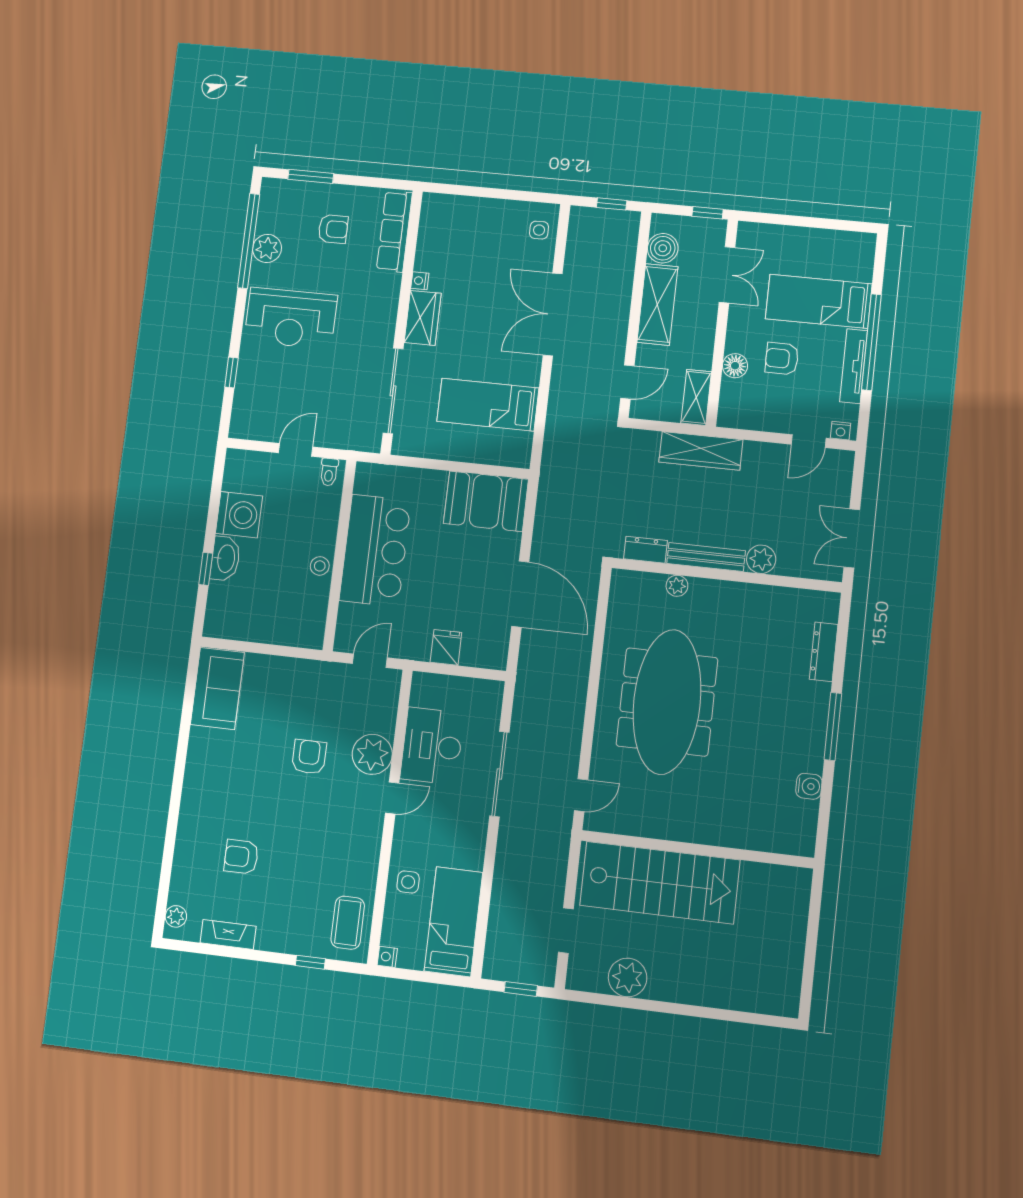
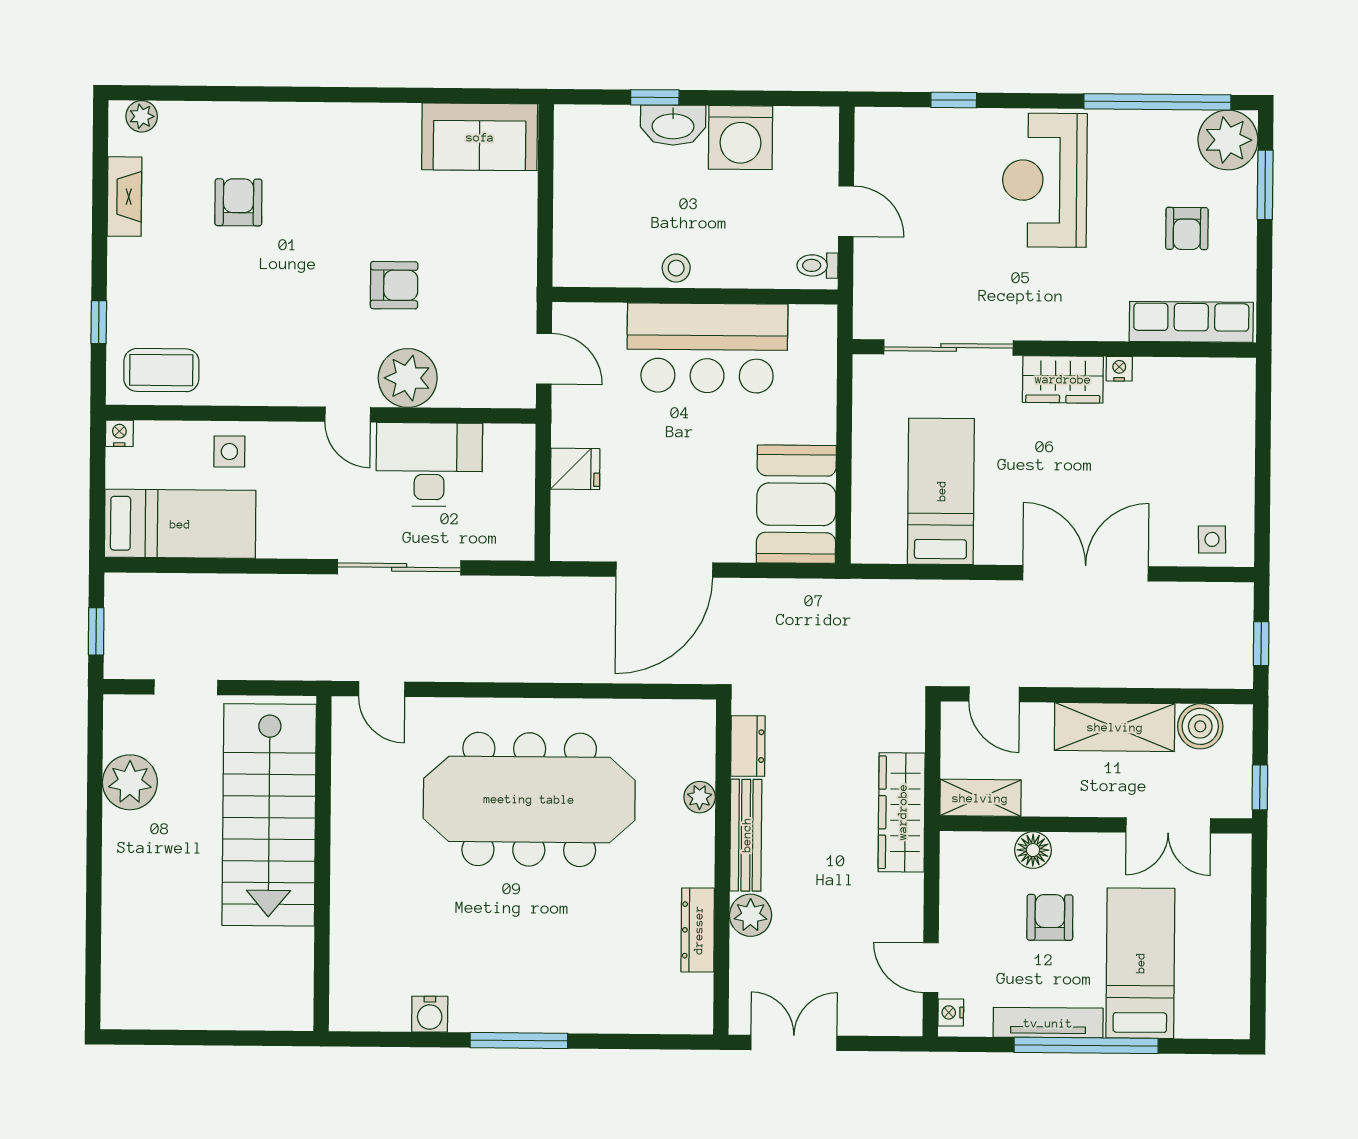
plant: (267, 248) -> (1228, 140), moved, width x1.36, depth x1.36
dresser: (824, 652) -> (698, 930), moved, turned -90

